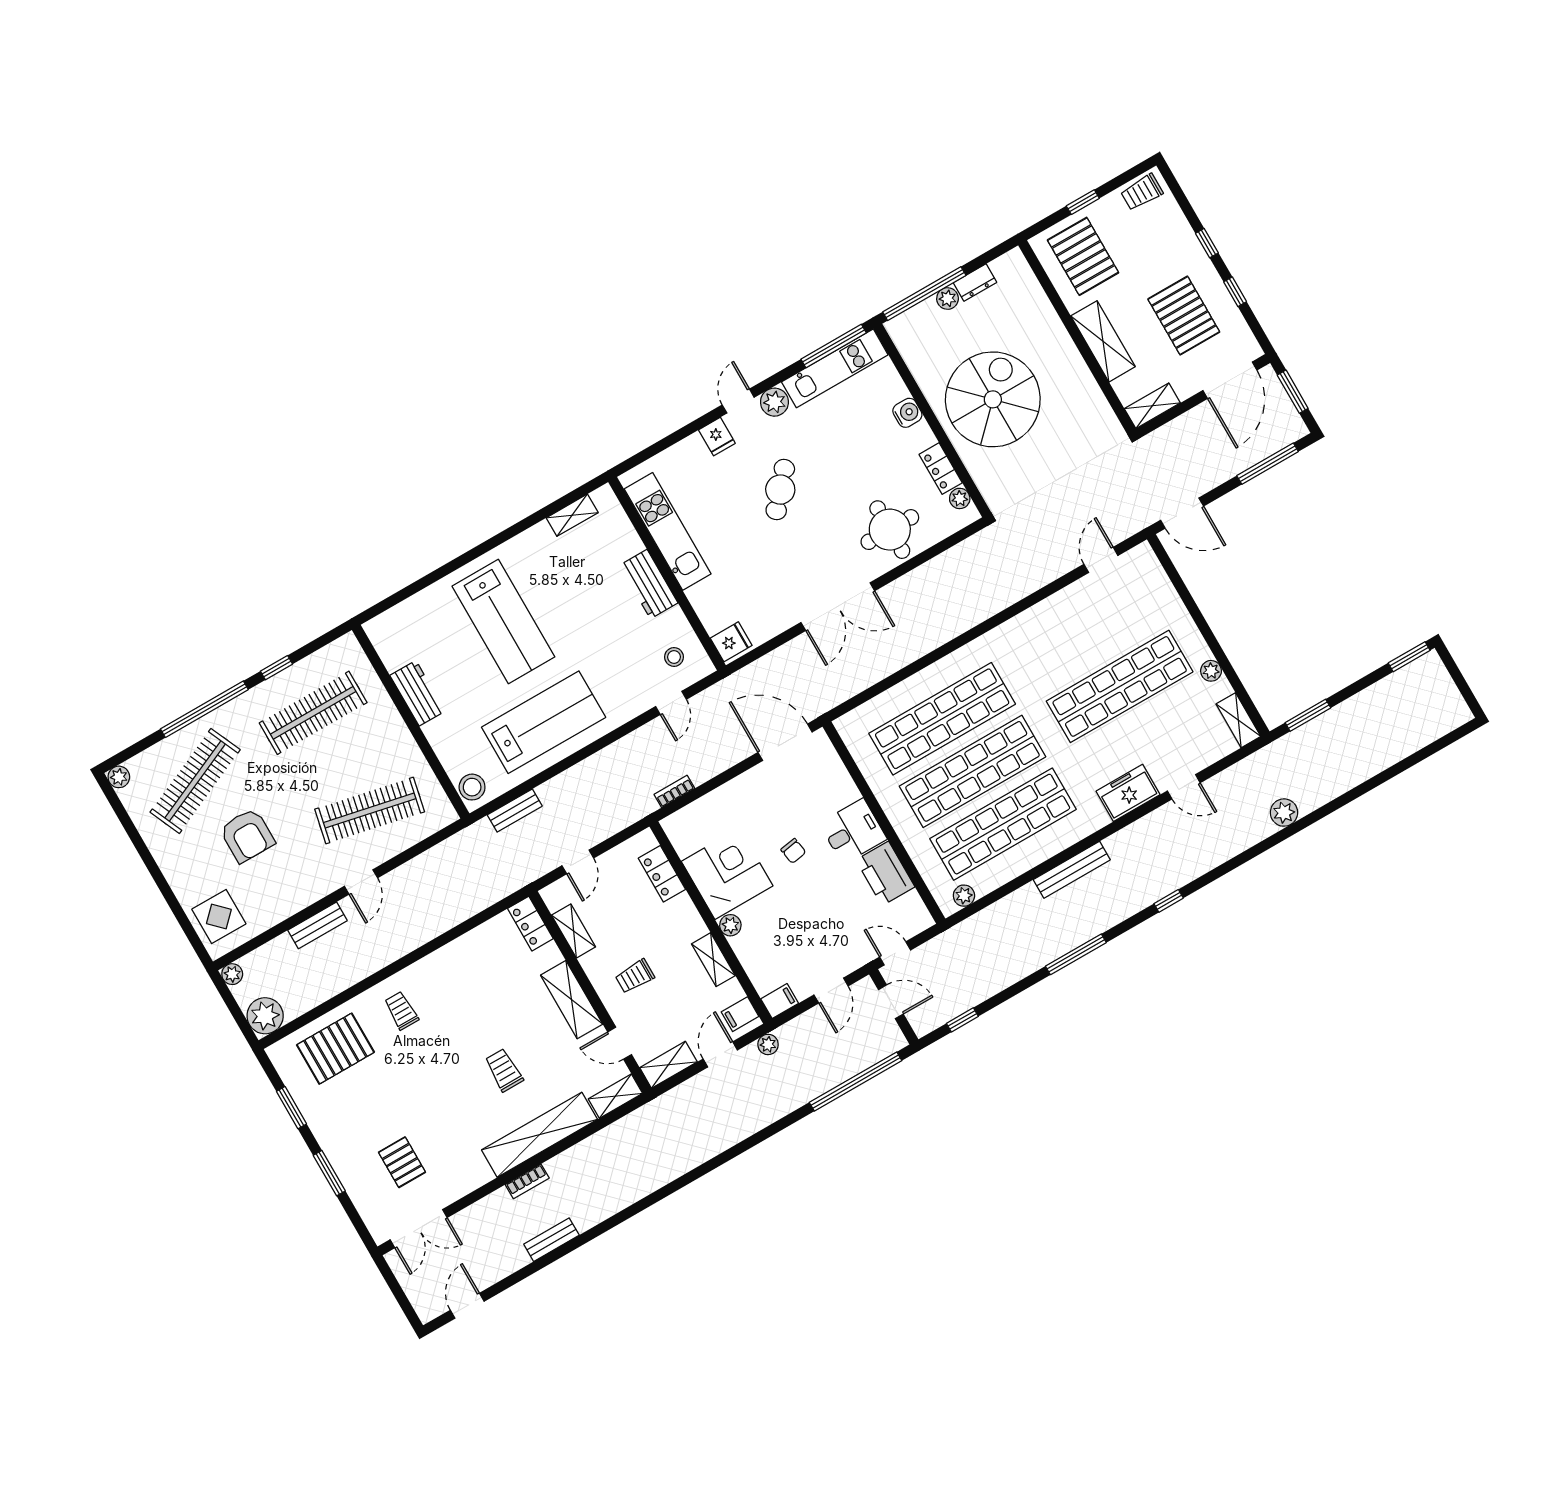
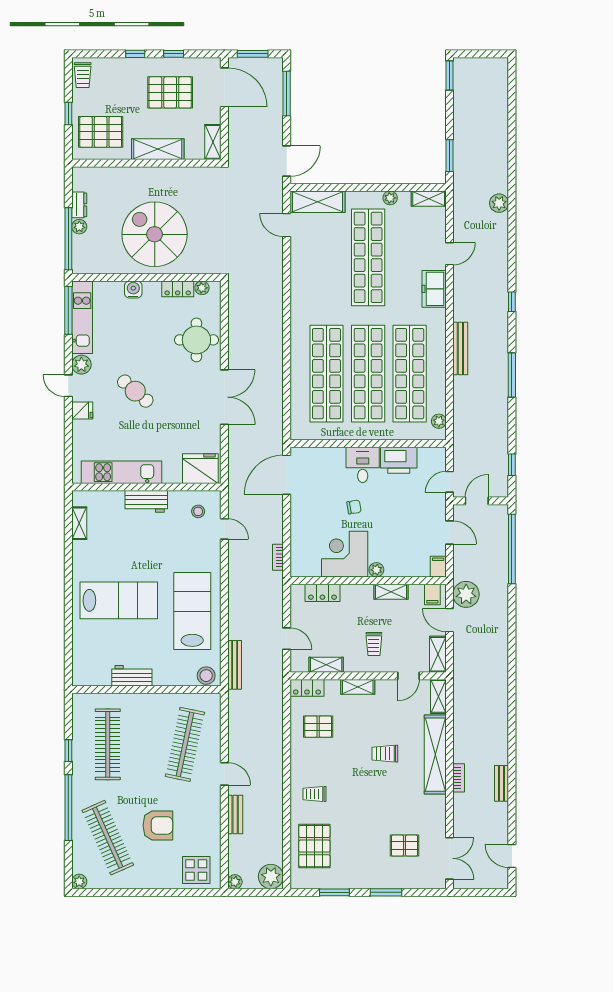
shelving: (1153, 582) -> (317, 202), added
fridge: (731, 642) -> (200, 469), width x1.88, depth x1.34
bench: (515, 811) -> (235, 665), width x1.36
pallet: (489, 966) -> (318, 727), added
shelving: (572, 1000) -> (358, 687), width x0.67, depth x0.75
plant: (768, 1044) -> (466, 594), width x1.88, depth x1.88

